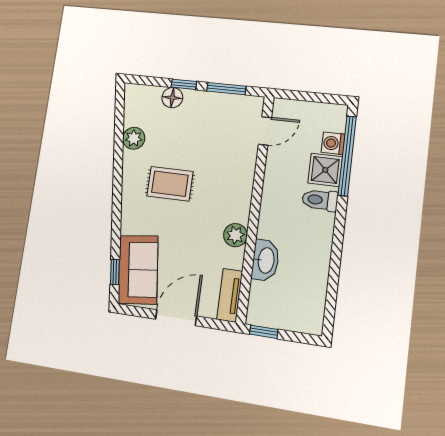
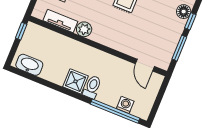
shower: (325, 170) -> (75, 81), moved
washbasin: (265, 260) -> (29, 65), moved, turned 180
tv unit: (230, 295) -> (60, 21), moved

